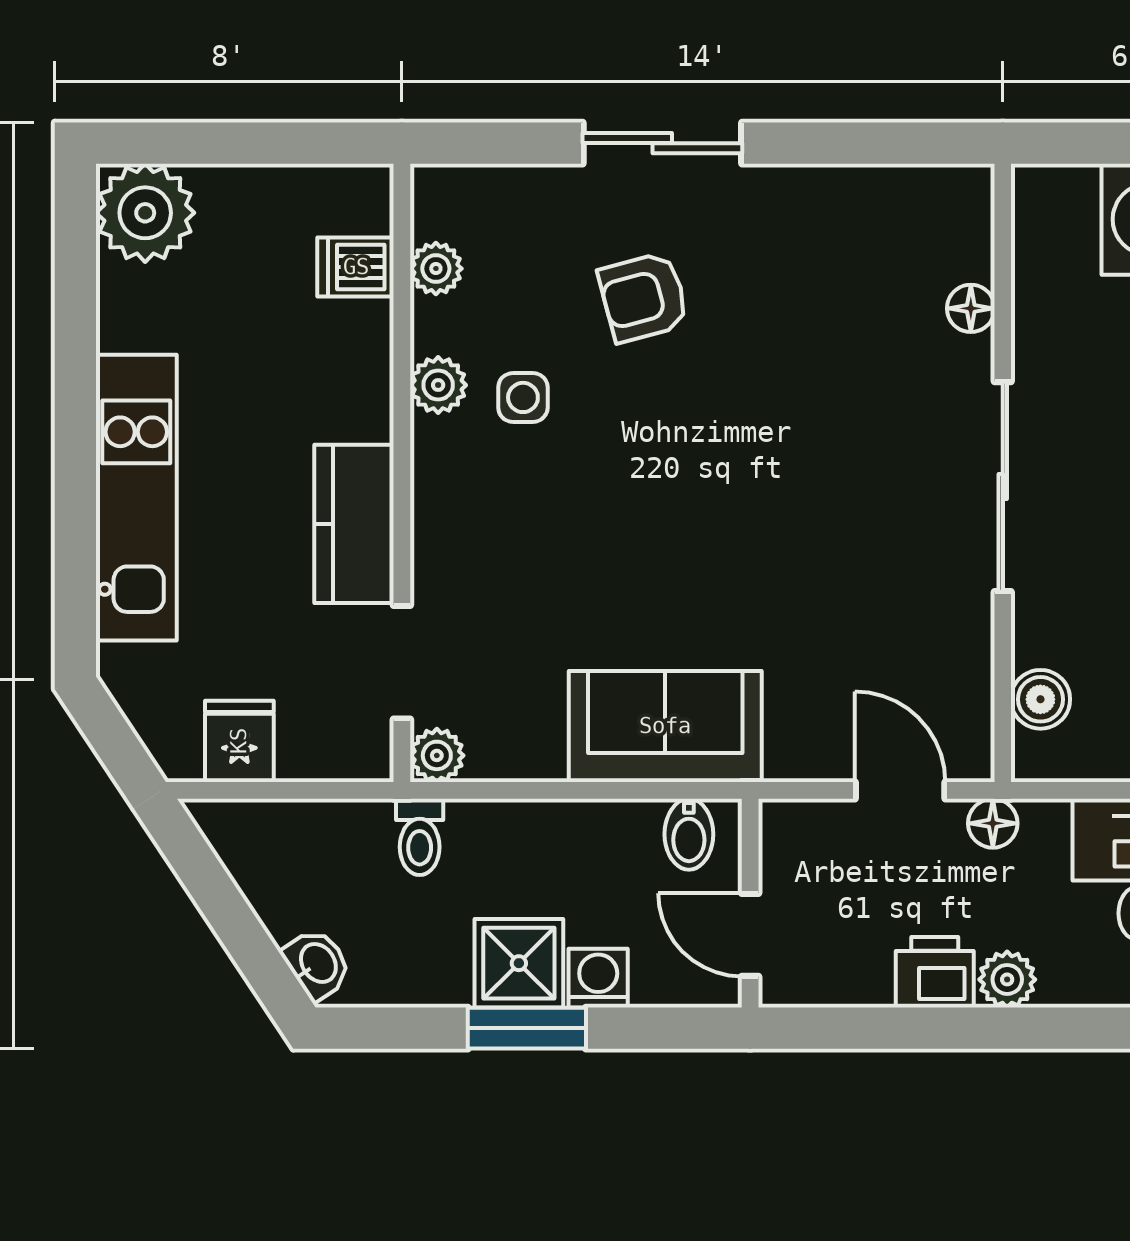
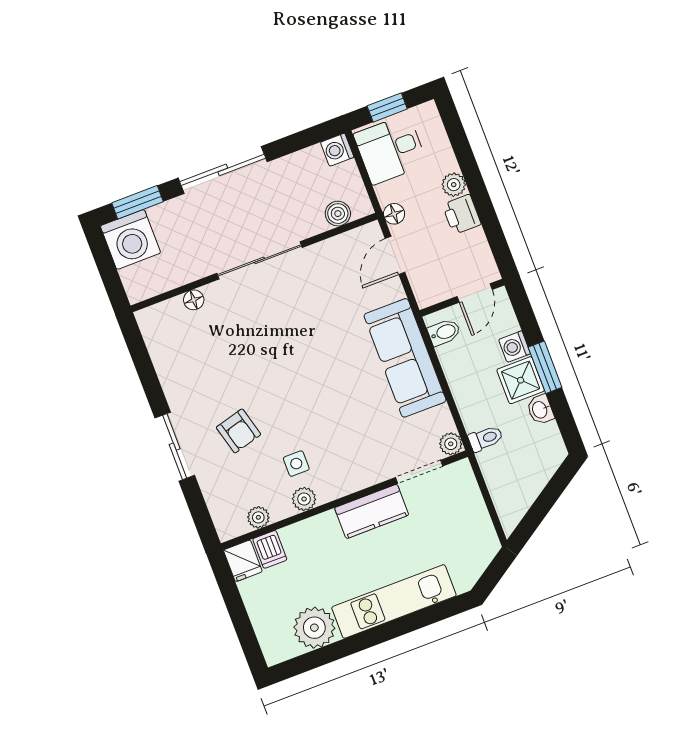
plant: (145, 213) -> (314, 628), moved
sofa: (665, 726) -> (405, 358), width x1.36
fridge: (239, 741) -> (243, 561), moved, turned -90
washbasin: (317, 964) -> (540, 410), moved, turned -56

